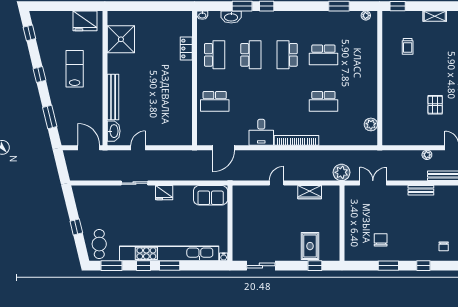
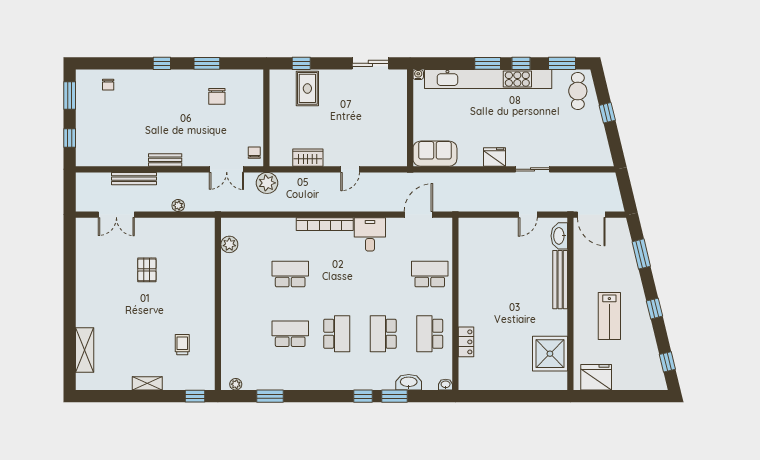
plant: (427, 155) -> (178, 205), moved
chair: (444, 246) -> (254, 153), moved

